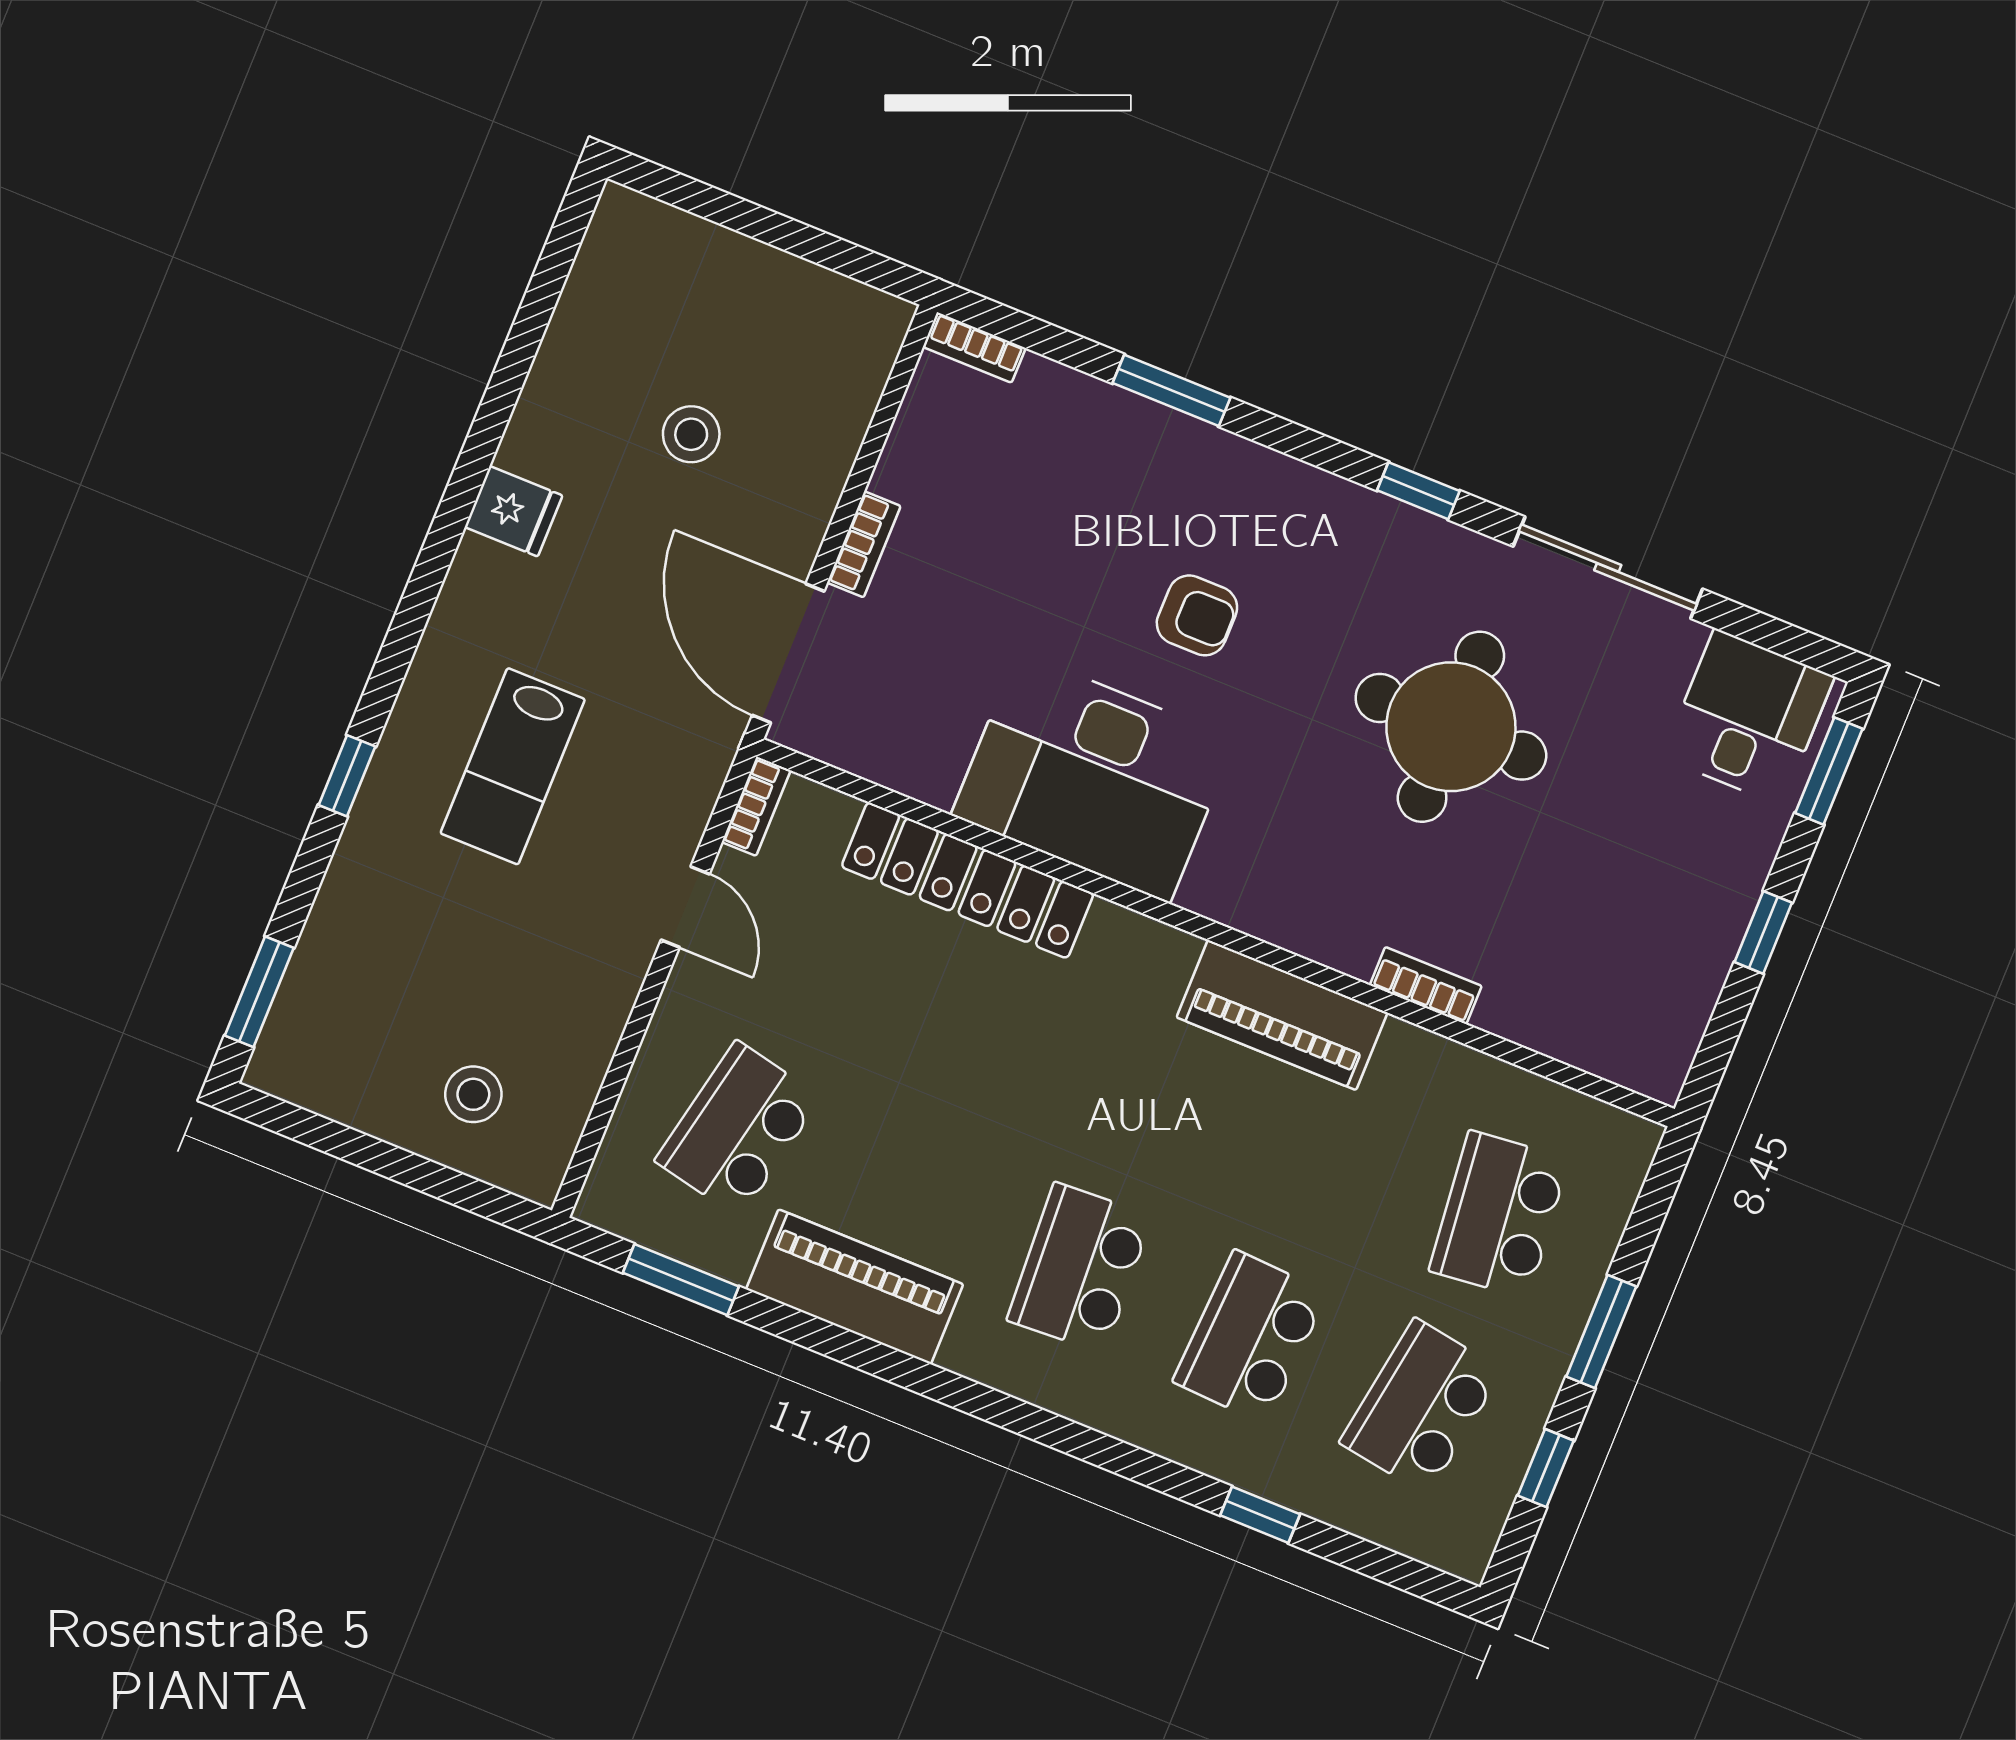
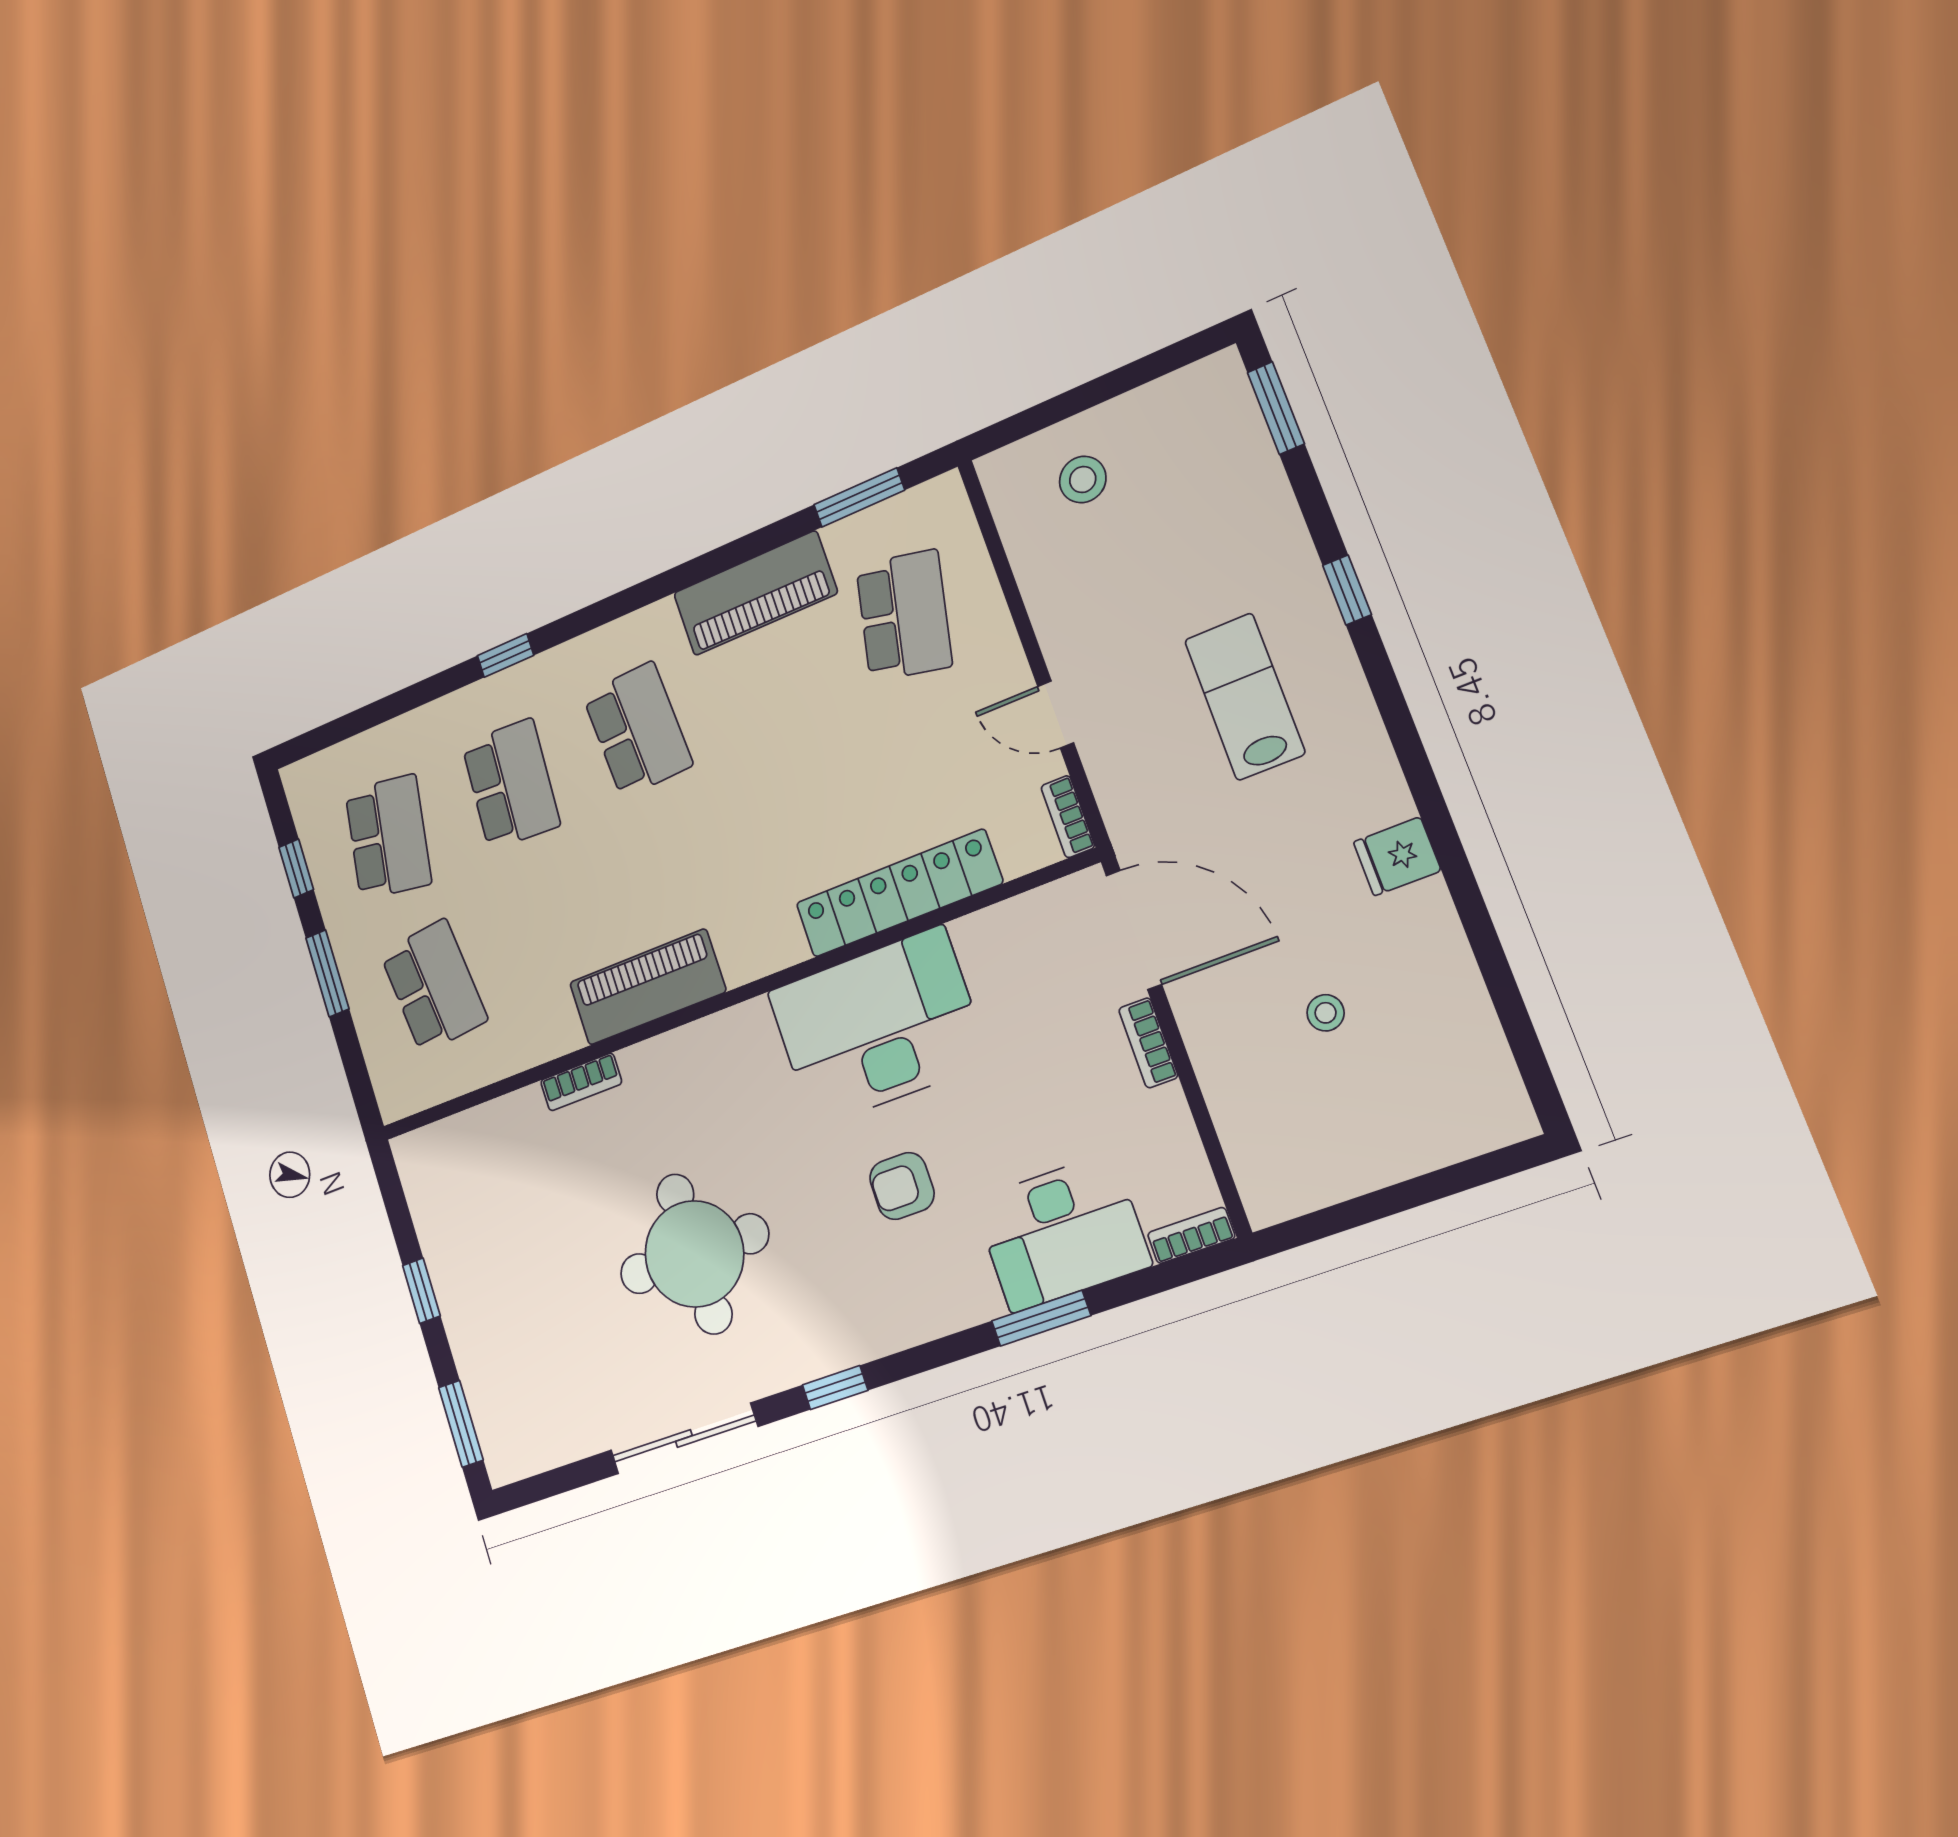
stool: (691, 434) -> (1326, 1013), width x0.73, depth x0.73
desk: (1748, 717) -> (1062, 1232), moved, width x1.37
window: (1260, 1515) -> (505, 655), moved

